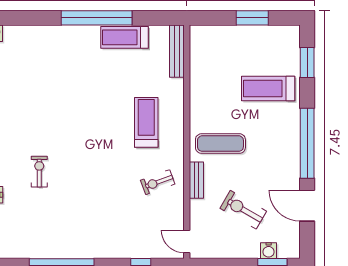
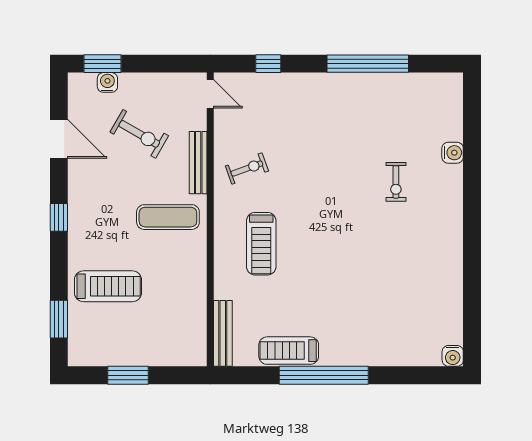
treadmill: (124, 37) -> (289, 351), turned 180
window: (307, 143) -> (59, 217), width x0.32
bench: (196, 180) -> (198, 163), width x1.36

